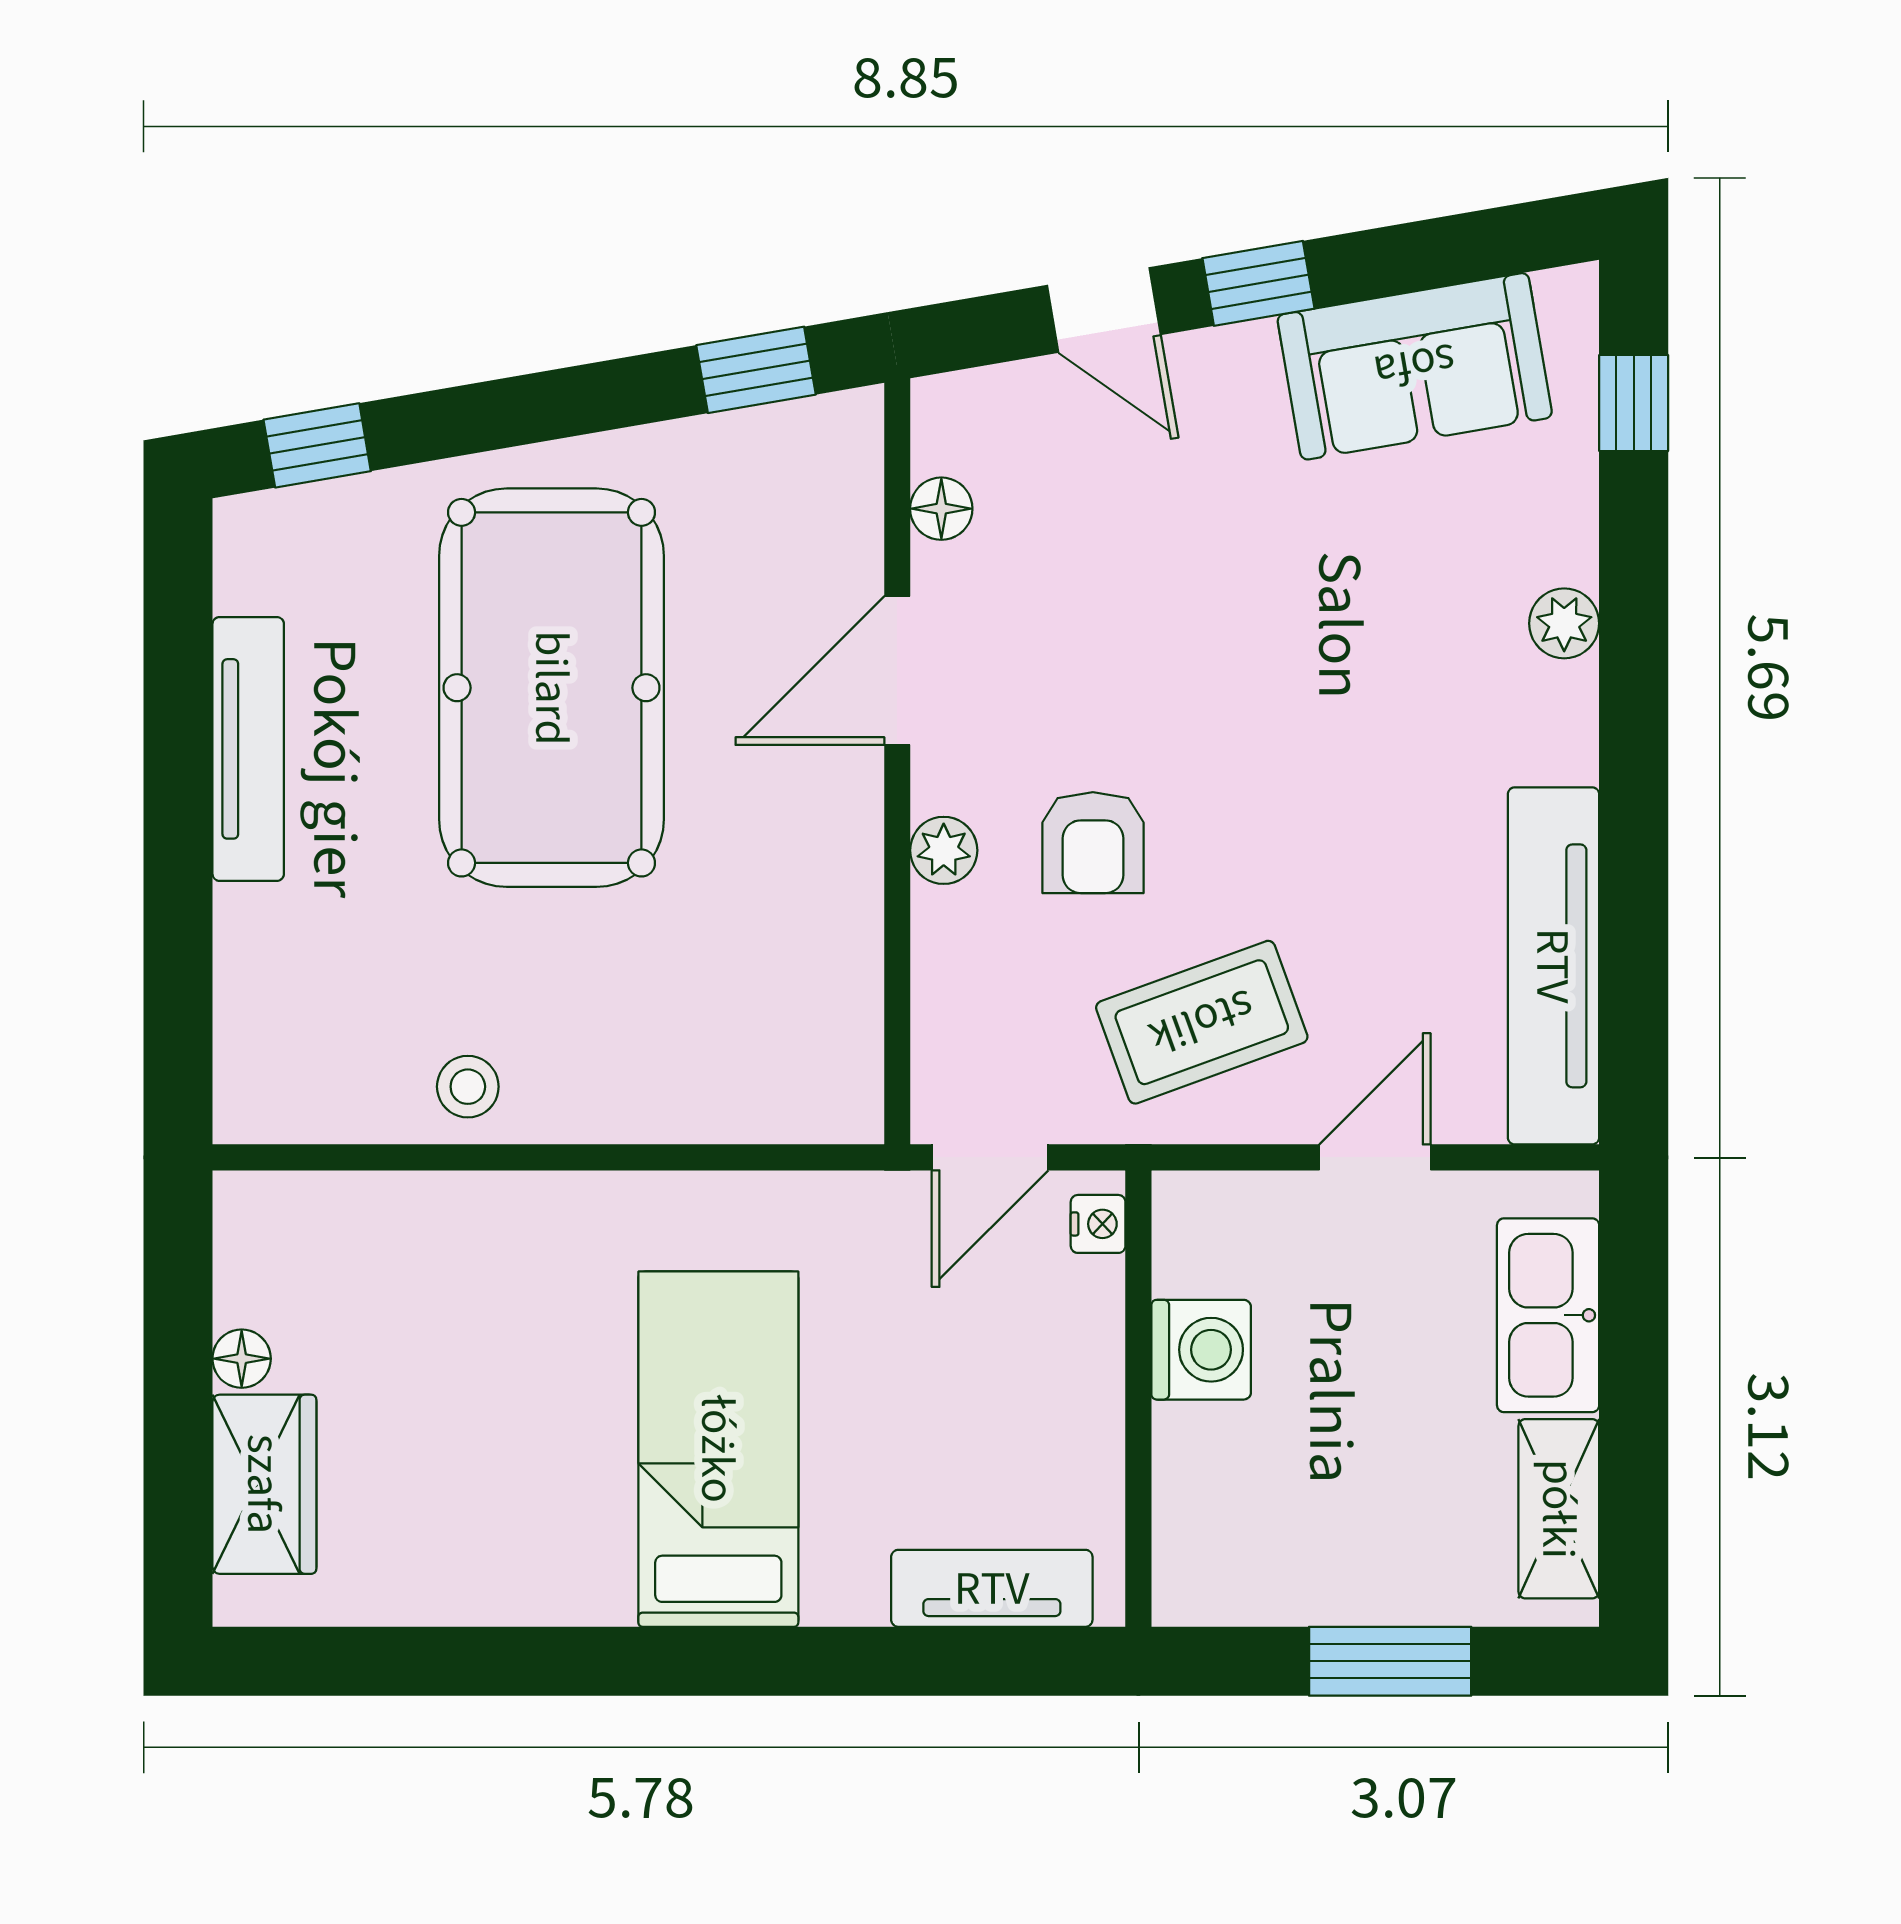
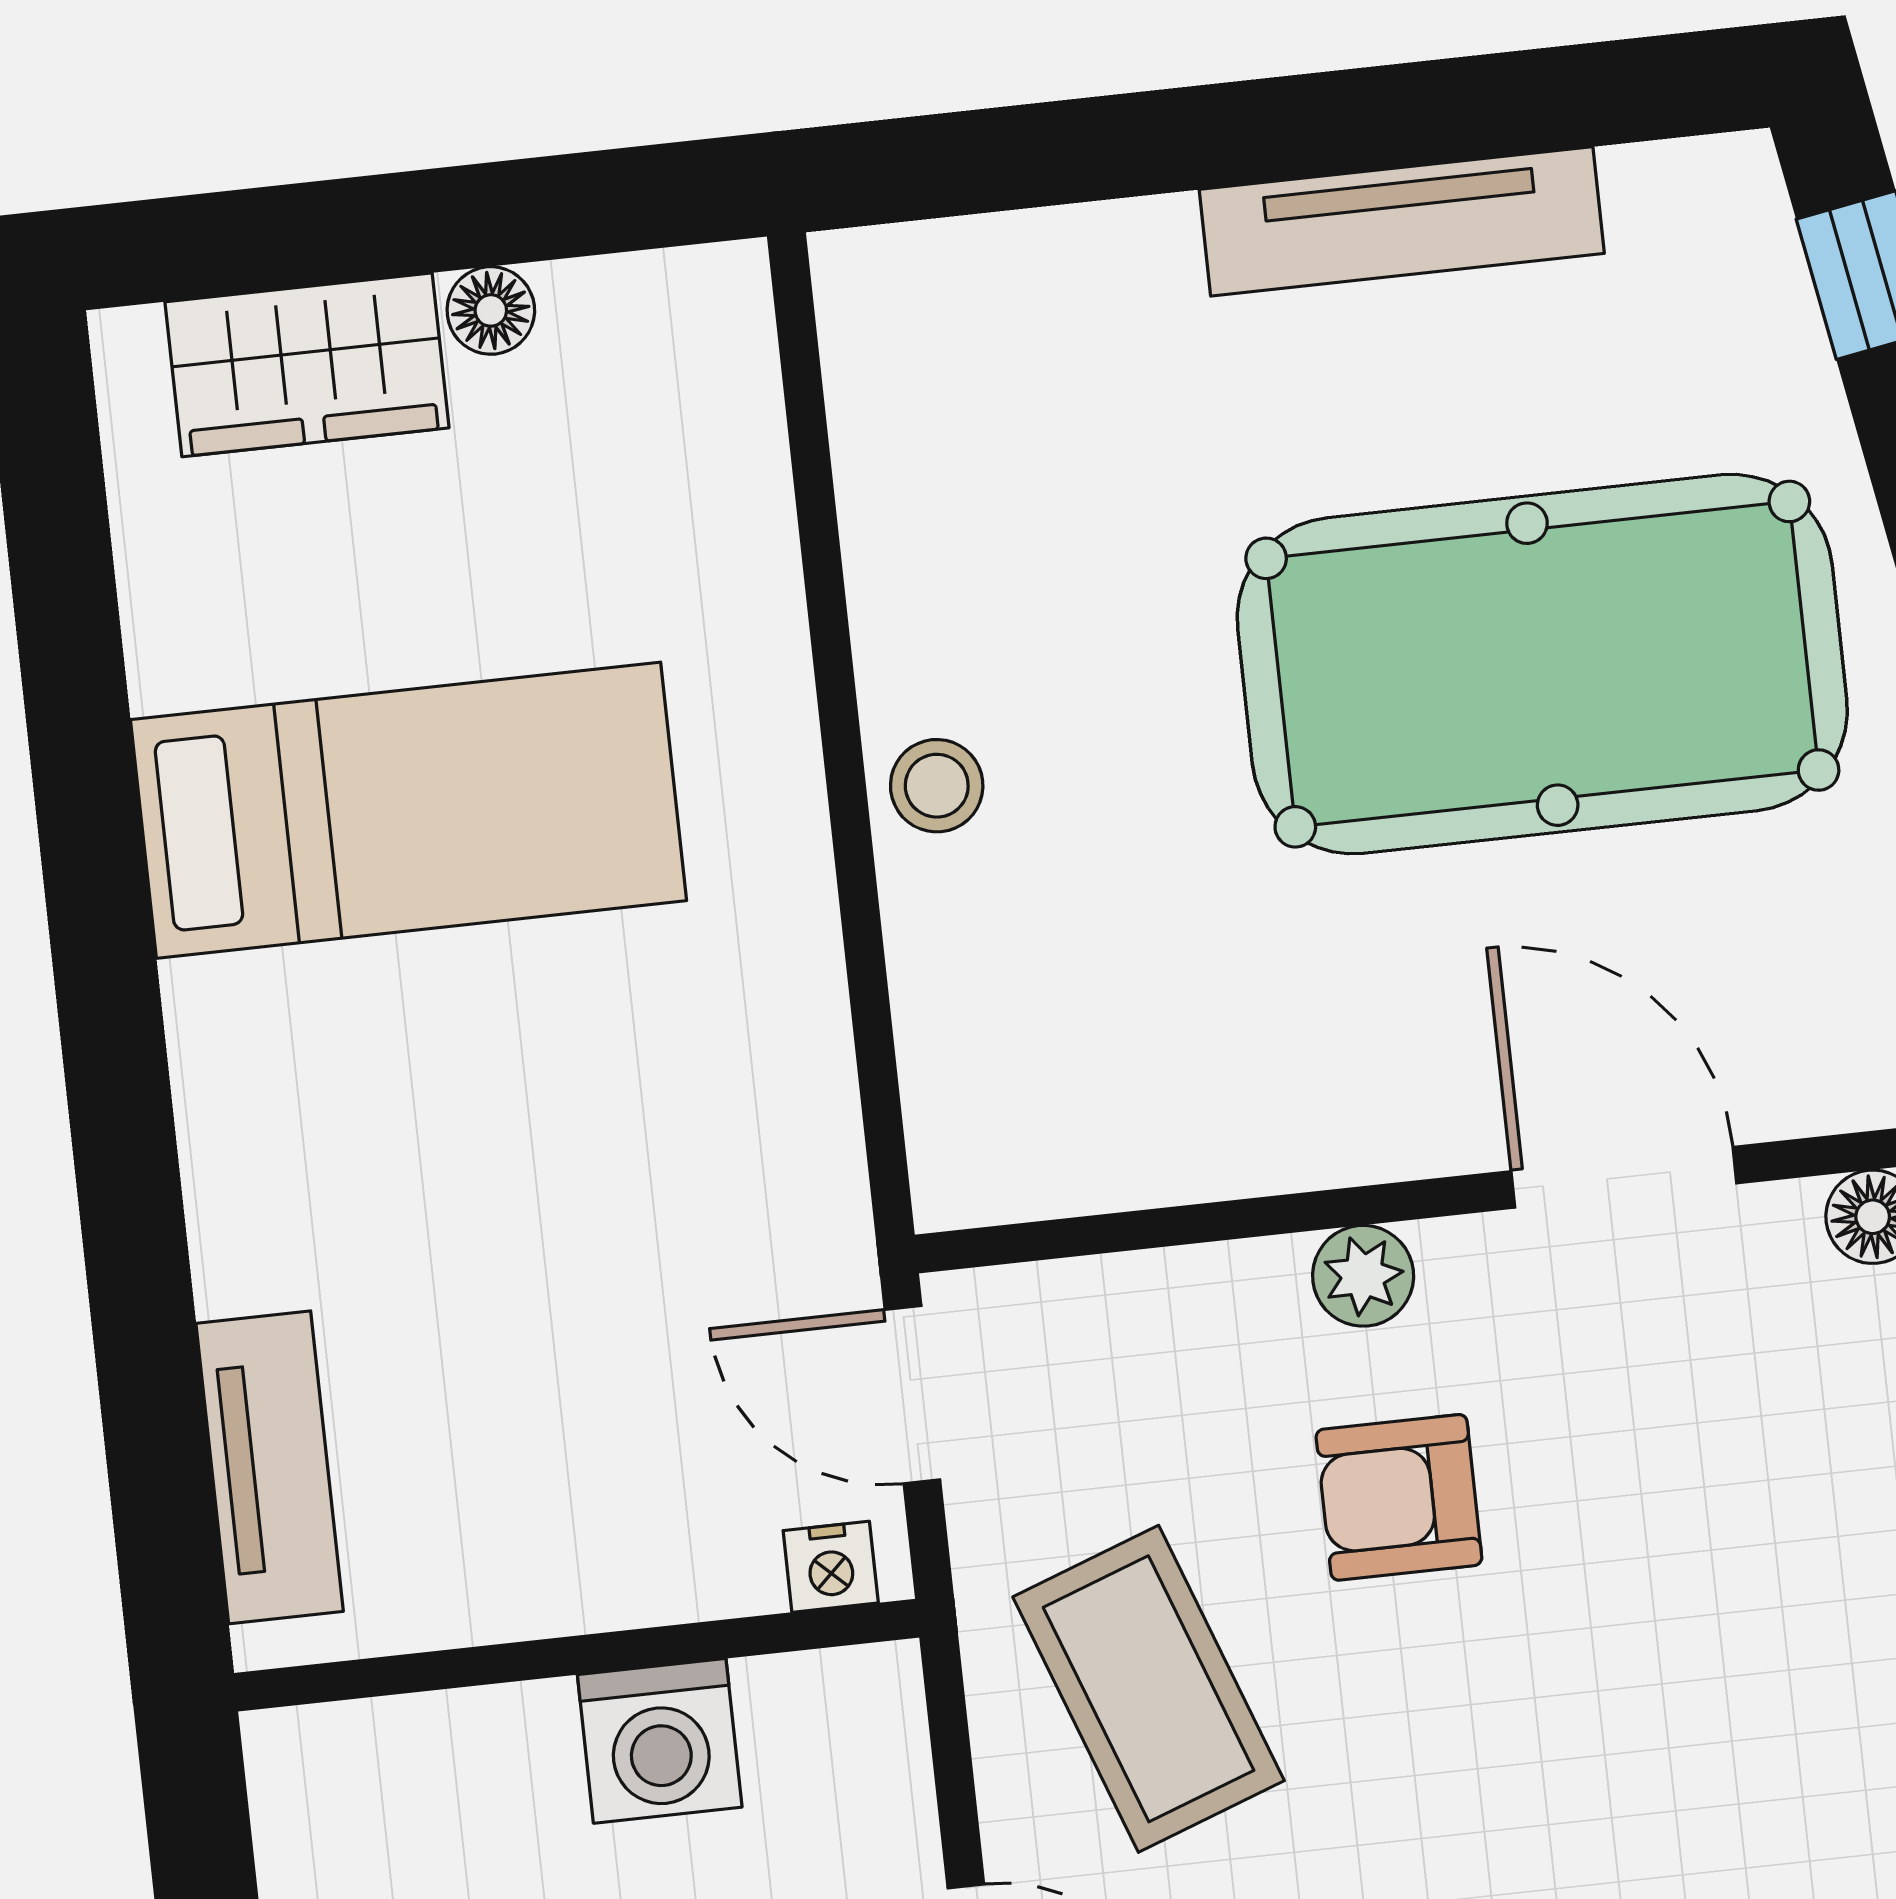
stool: (468, 1087) -> (937, 786), moved
bed: (718, 1449) -> (408, 810), moved

